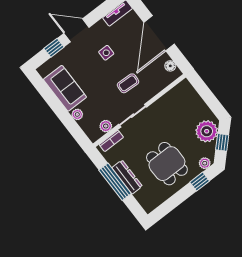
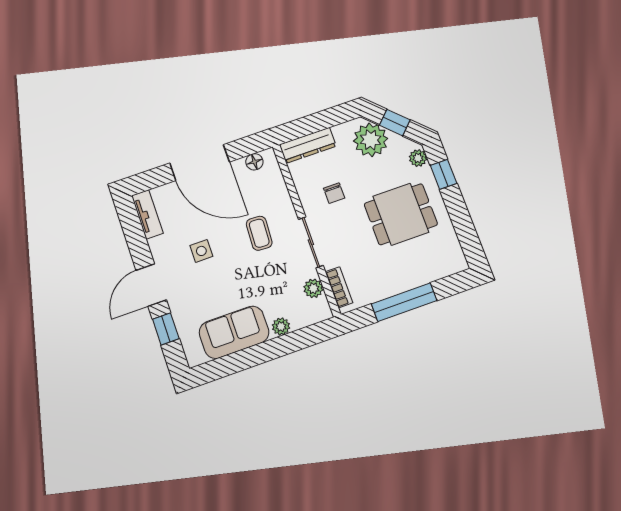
chair: (167, 120) -> (334, 193), added
dresser: (127, 177) -> (308, 145), moved, turned 180

